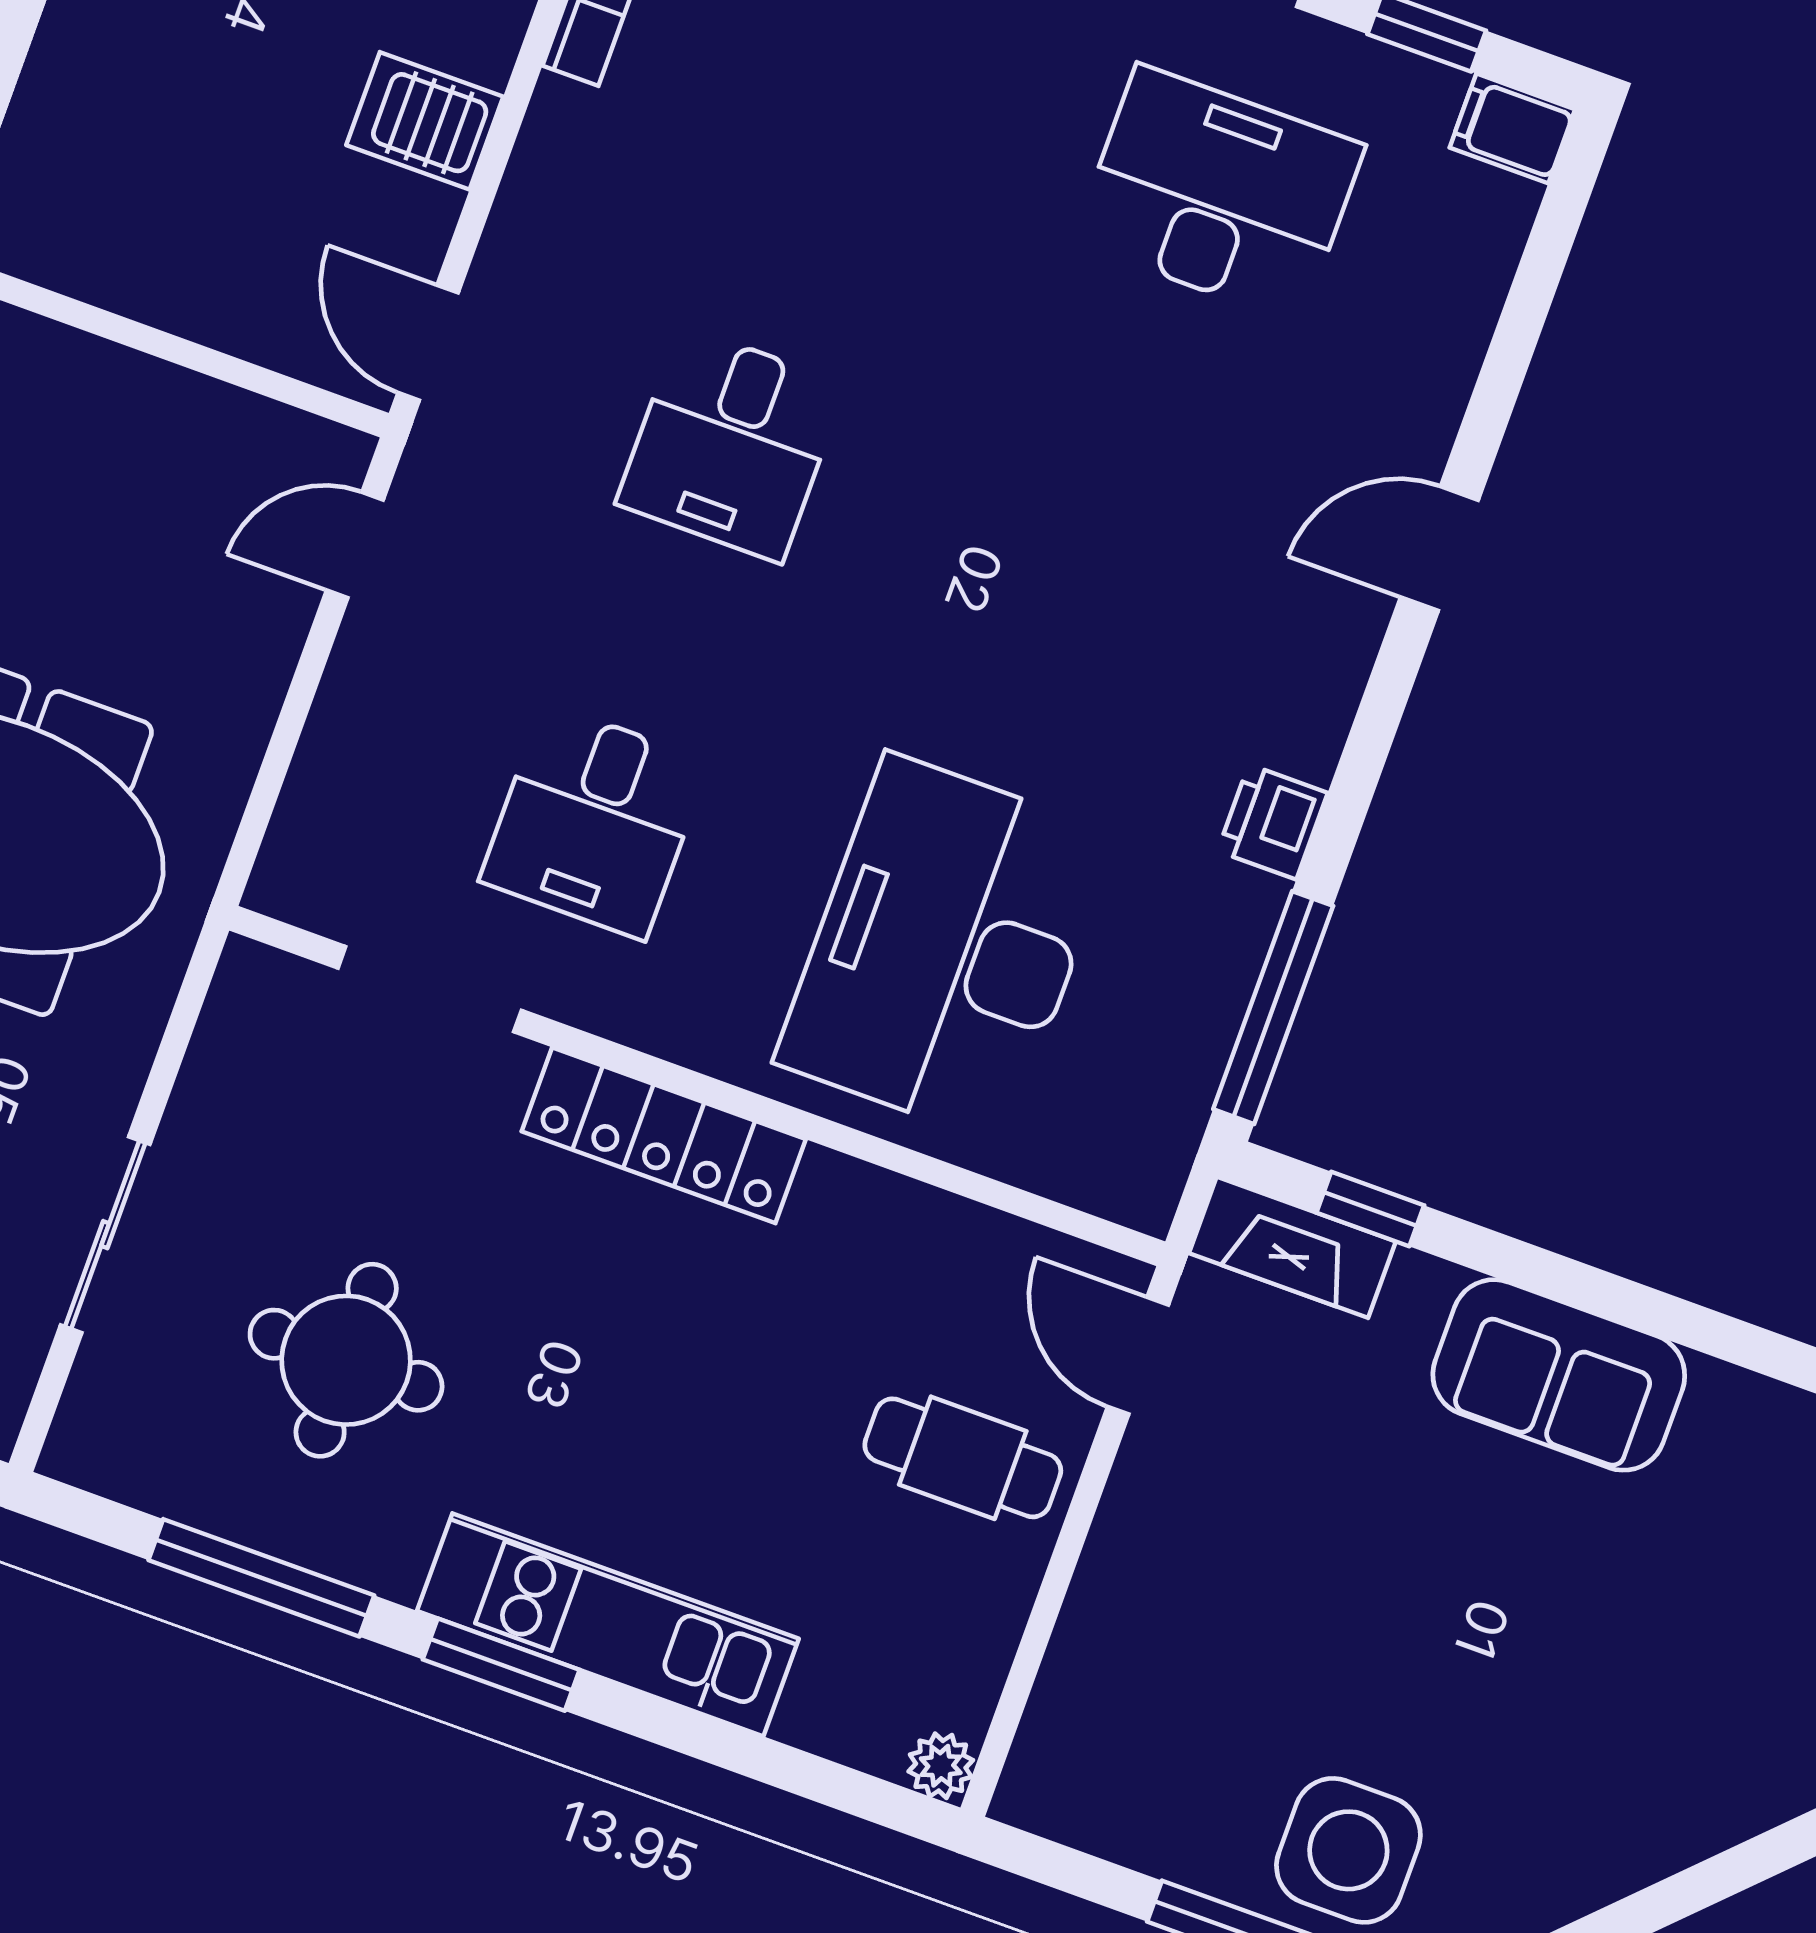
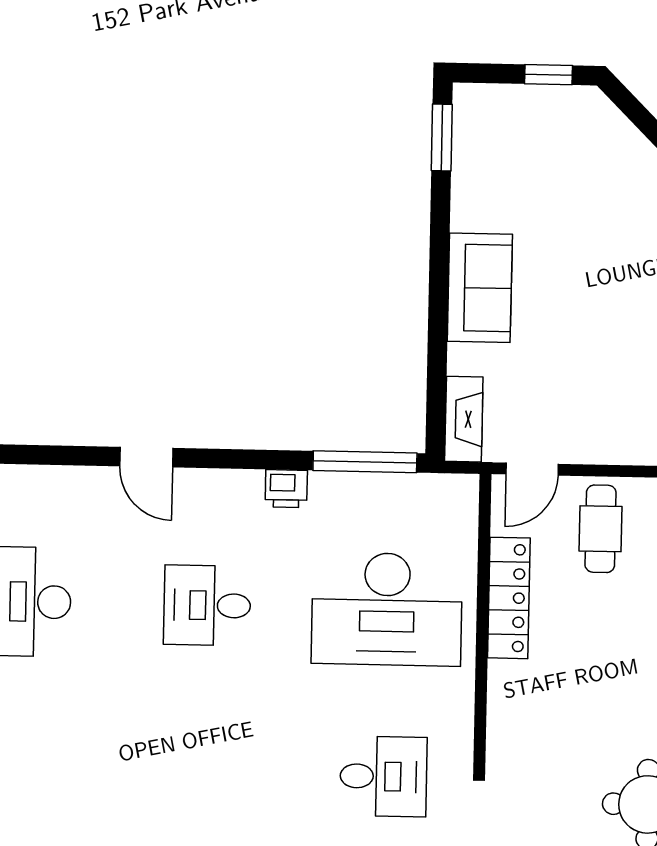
desk: (731, 444) -> (207, 605), moved, turned 180
locker: (664, 1135) -> (509, 598), moved
window: (1370, 1209) -> (436, 392), removed

